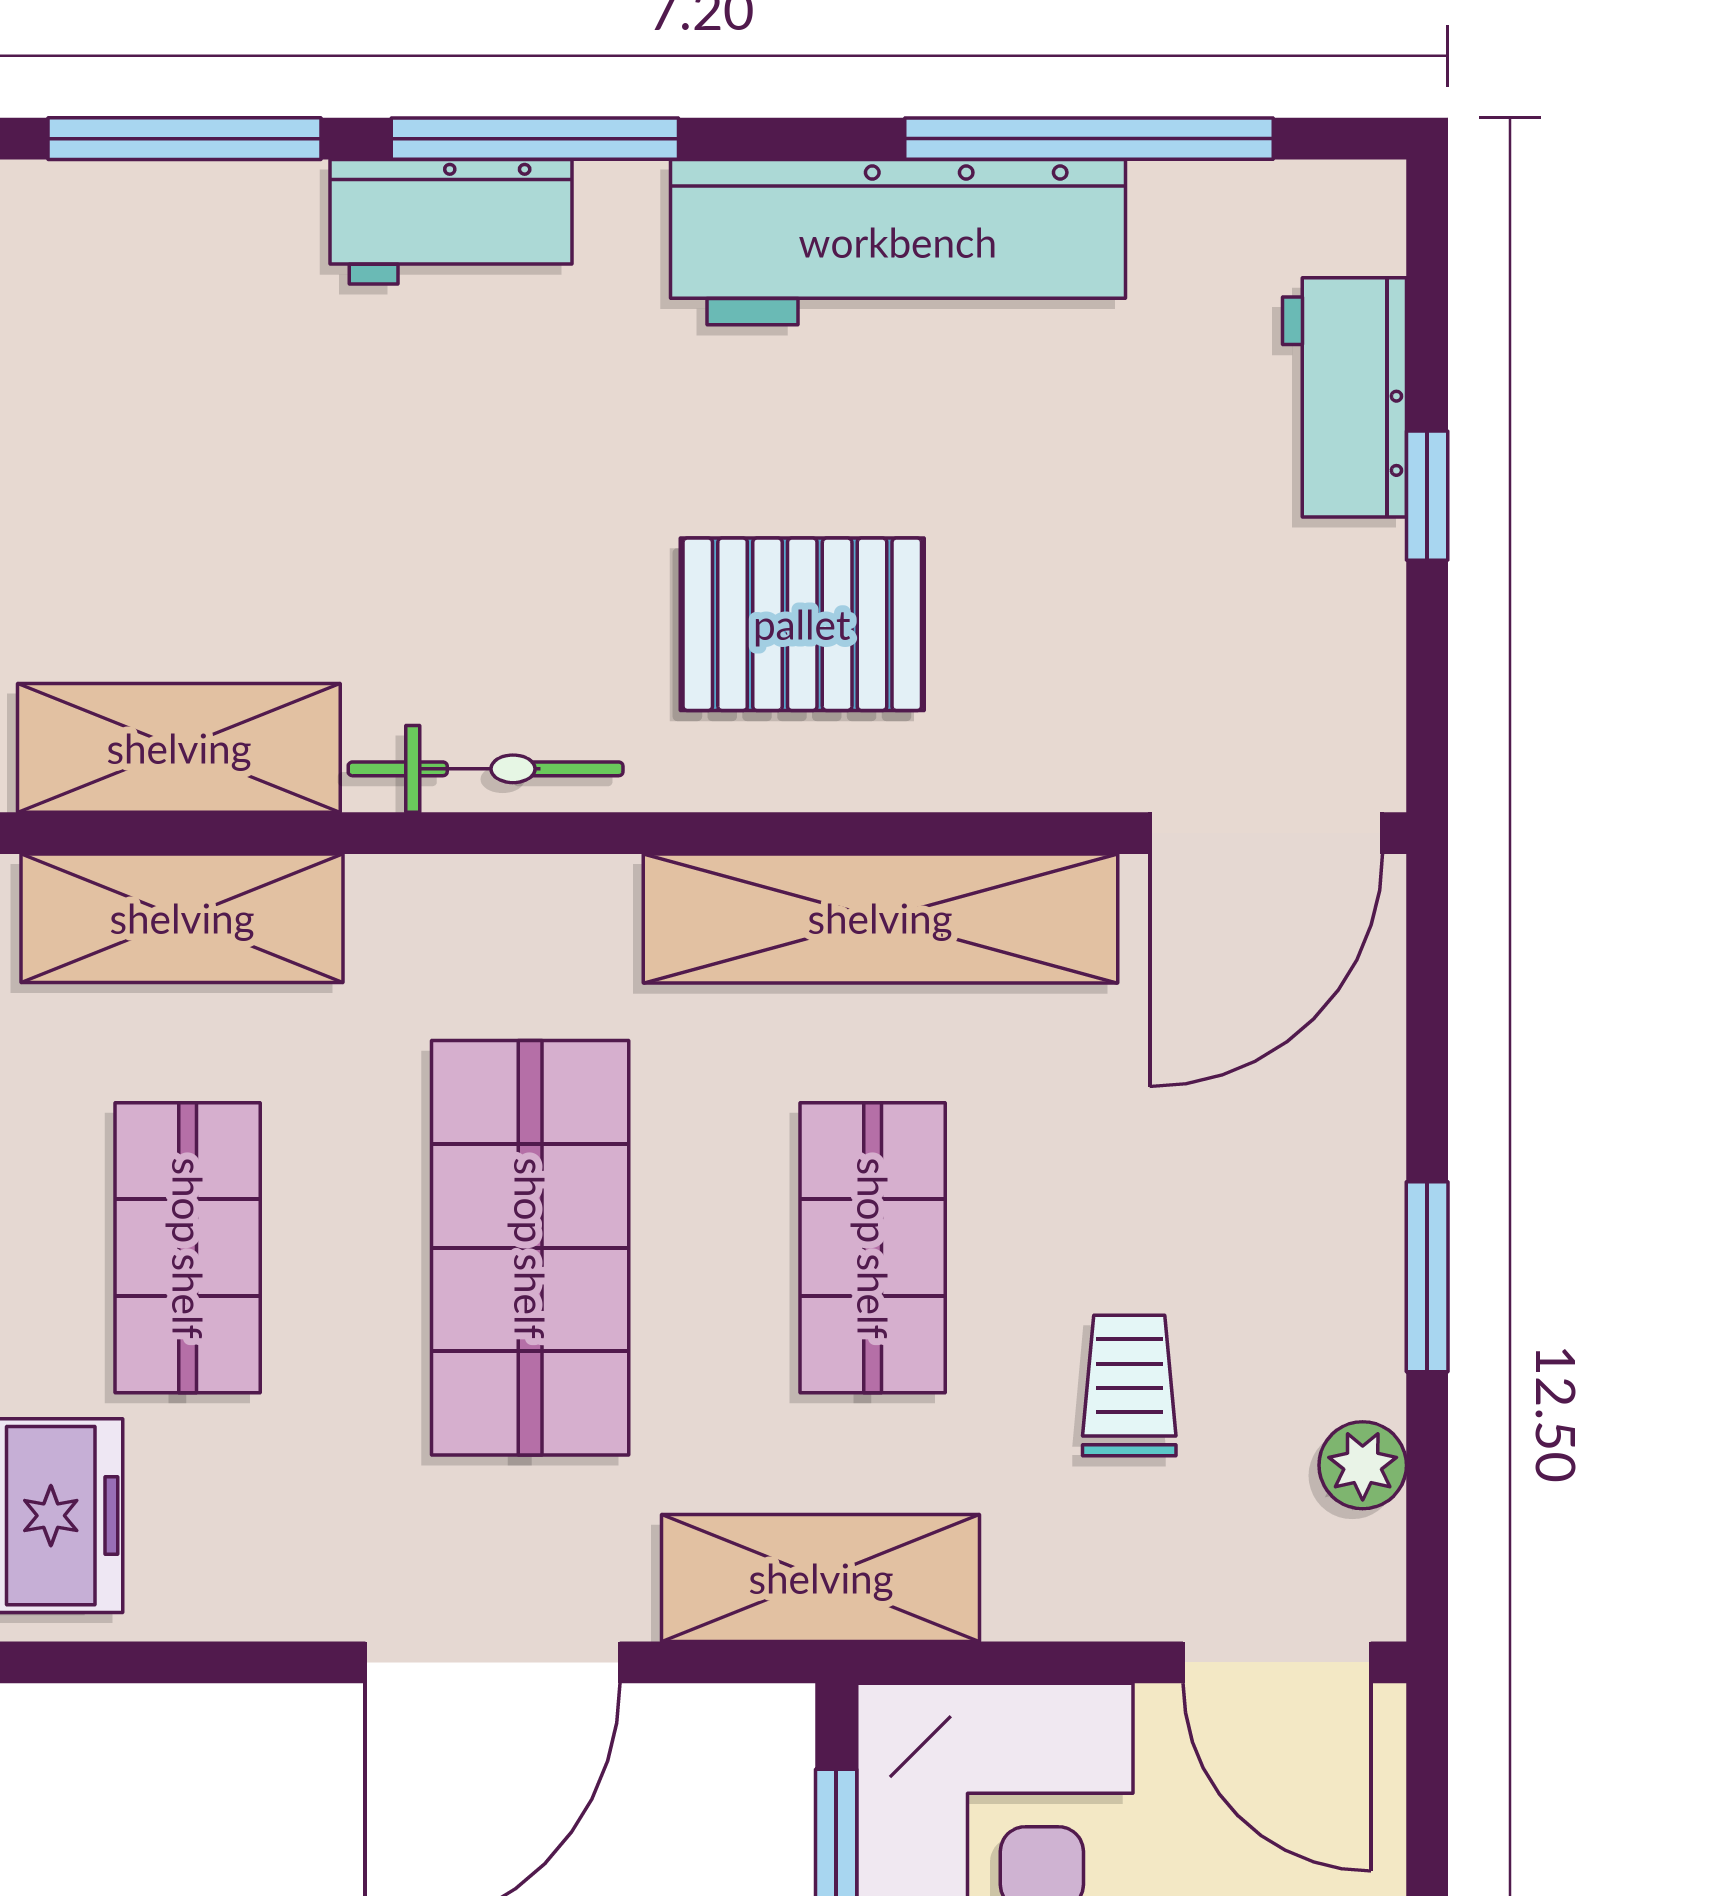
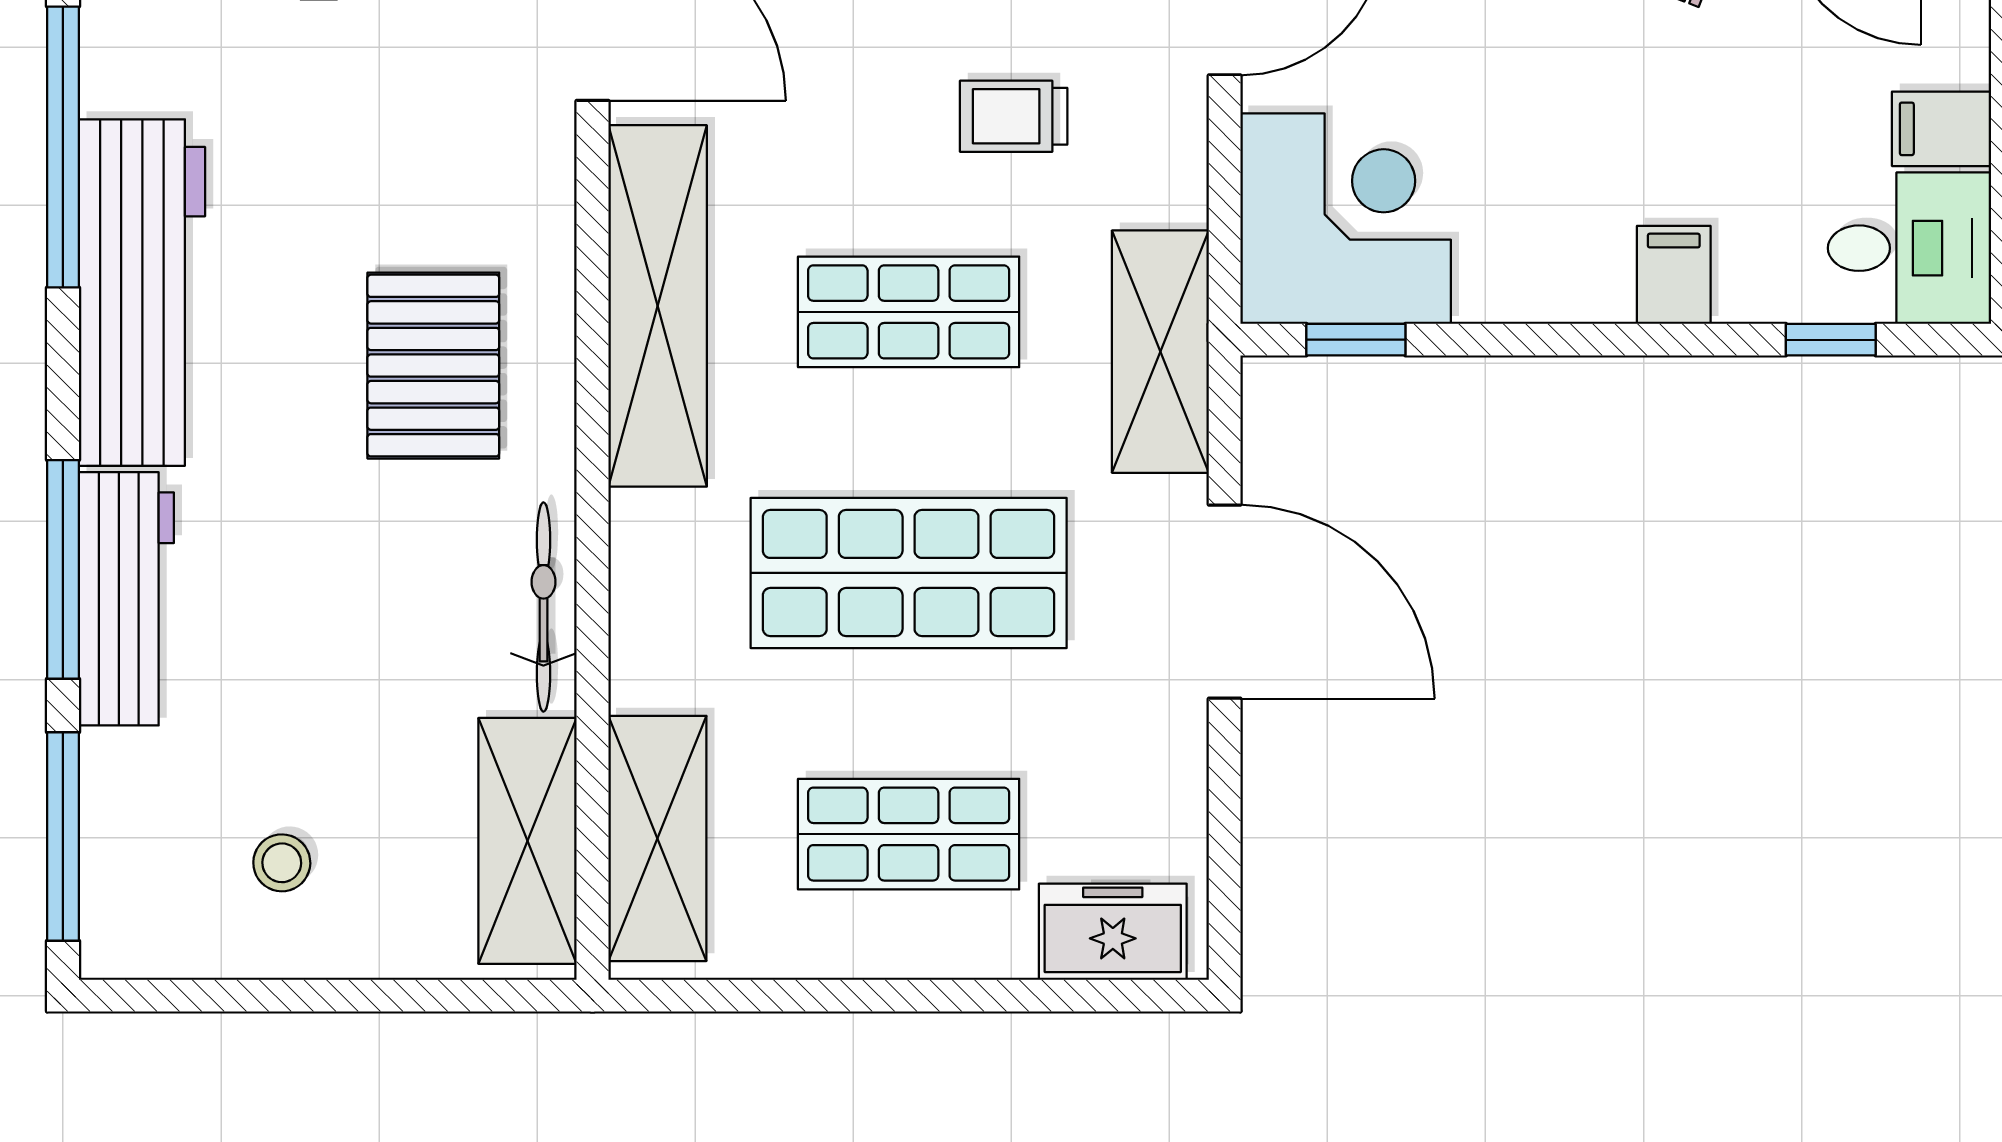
workbench: (451, 222) -> (126, 599), width x1.38
stool: (150, 426) -> (282, 863), added

